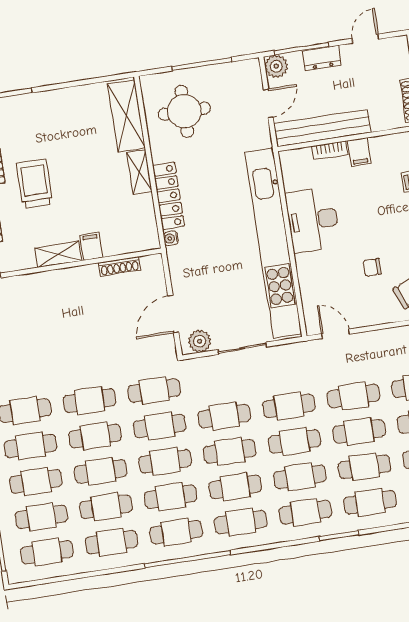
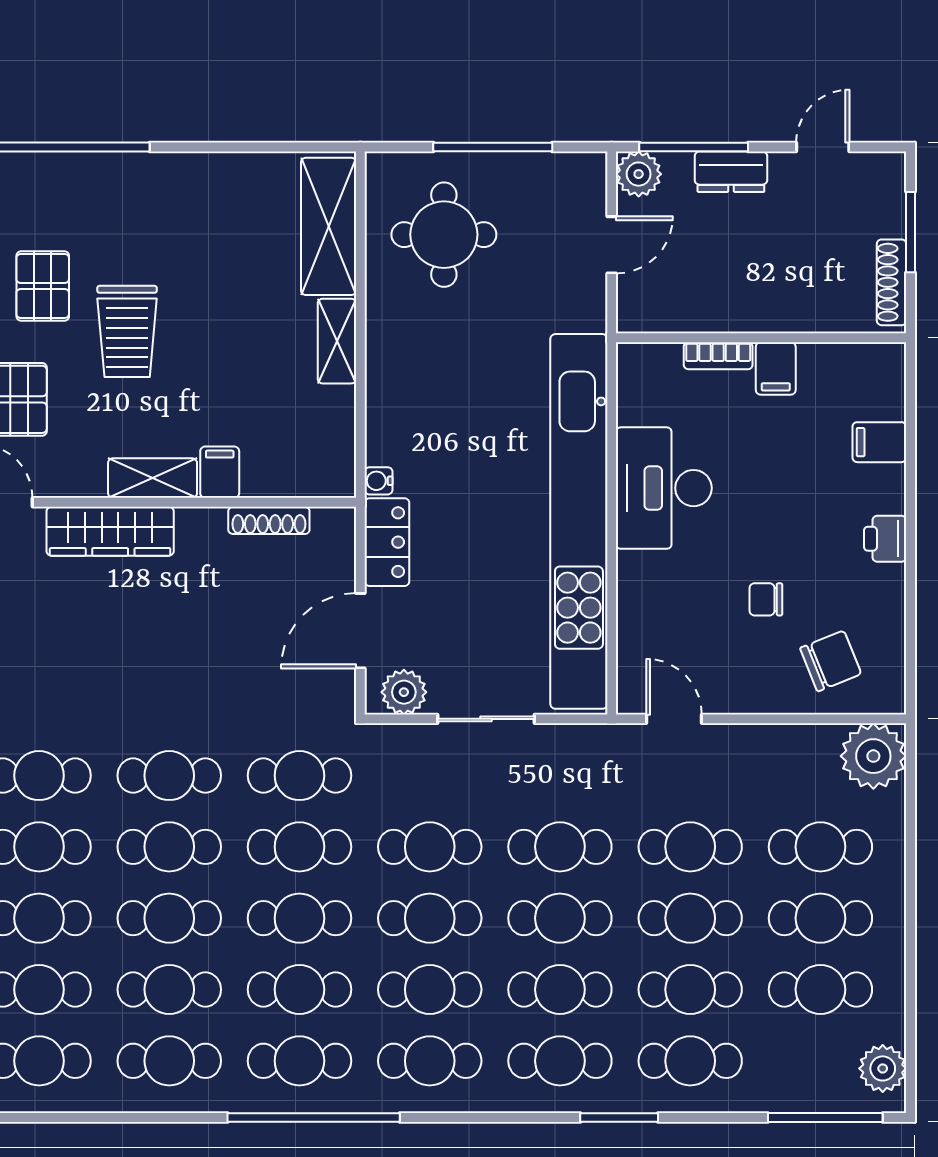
bench: (323, 128) -> (711, 310), removed
trolley: (35, 184) -> (127, 331), turned 180
locker: (168, 196) -> (387, 542), moved, width x0.66
wardrobe: (41, 284) -> (110, 531), added

